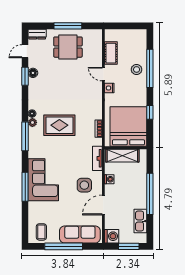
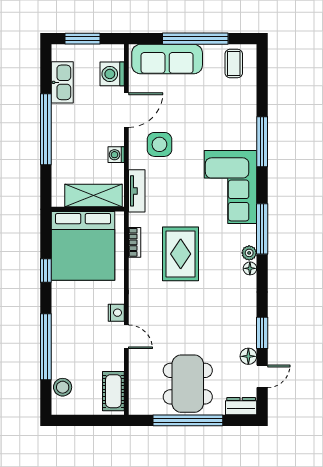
window: (68, 26) -> (188, 420), width x1.46
dining table: (68, 47) -> (188, 384), width x1.38
cot: (111, 53) -> (113, 391), moved
stool: (137, 69) -> (63, 387), moved
floor lamp: (33, 73) -> (248, 356), moved
rug: (59, 125) -> (181, 254), moved, turned 90
corner sofa: (43, 180) -> (230, 187), moved
washing machine: (112, 236) -> (112, 74), moved

